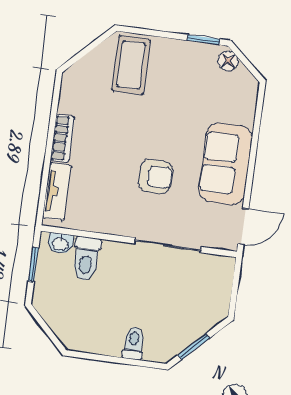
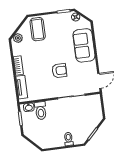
plant: (79, 74) -> (18, 38), added
sofa: (225, 164) -> (84, 45), moved

